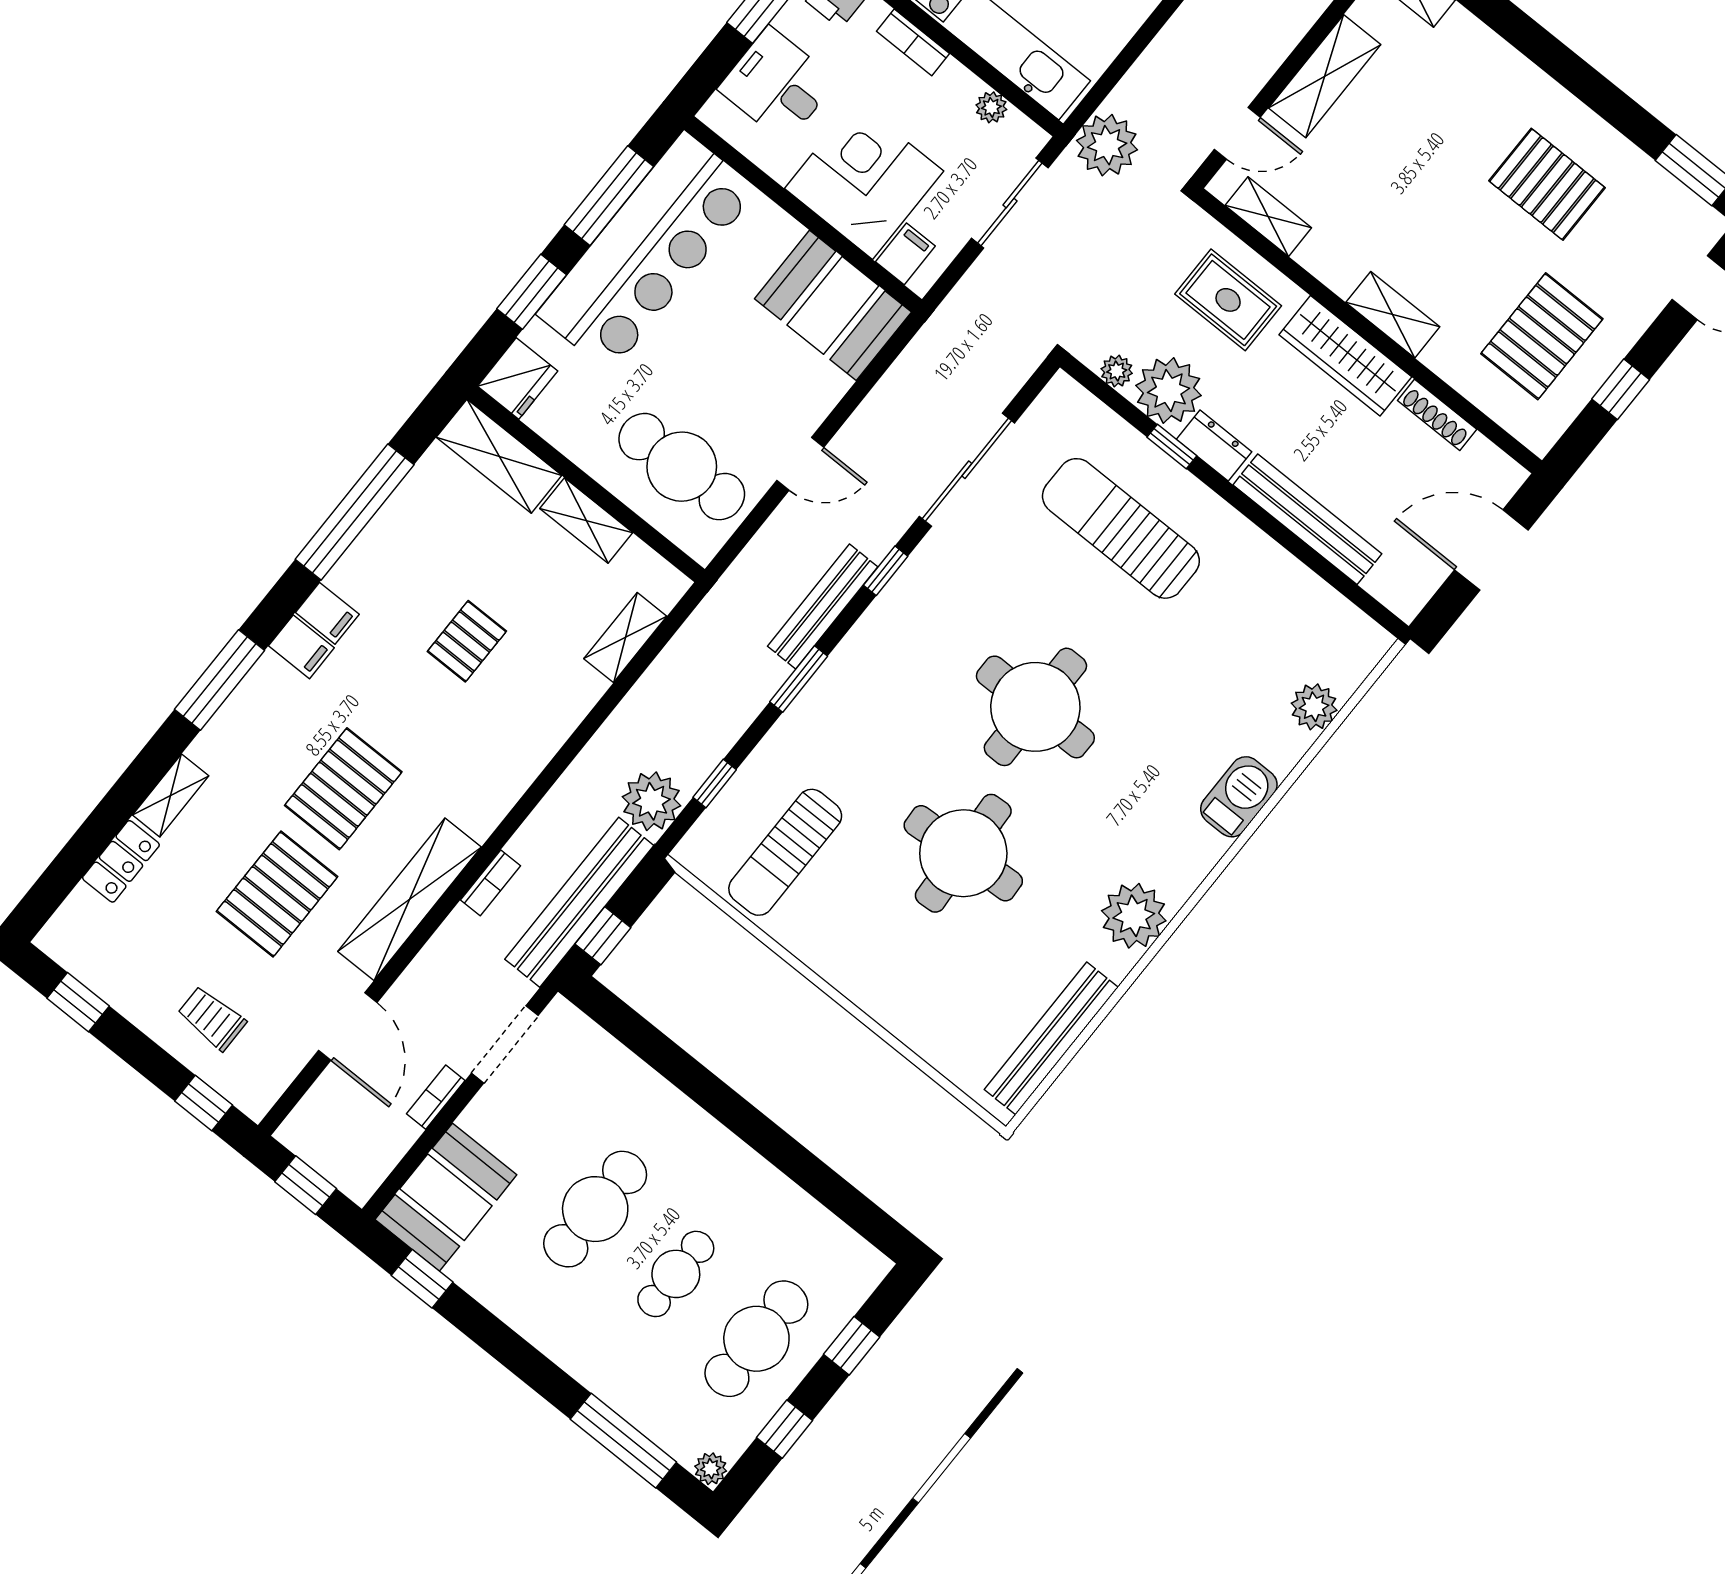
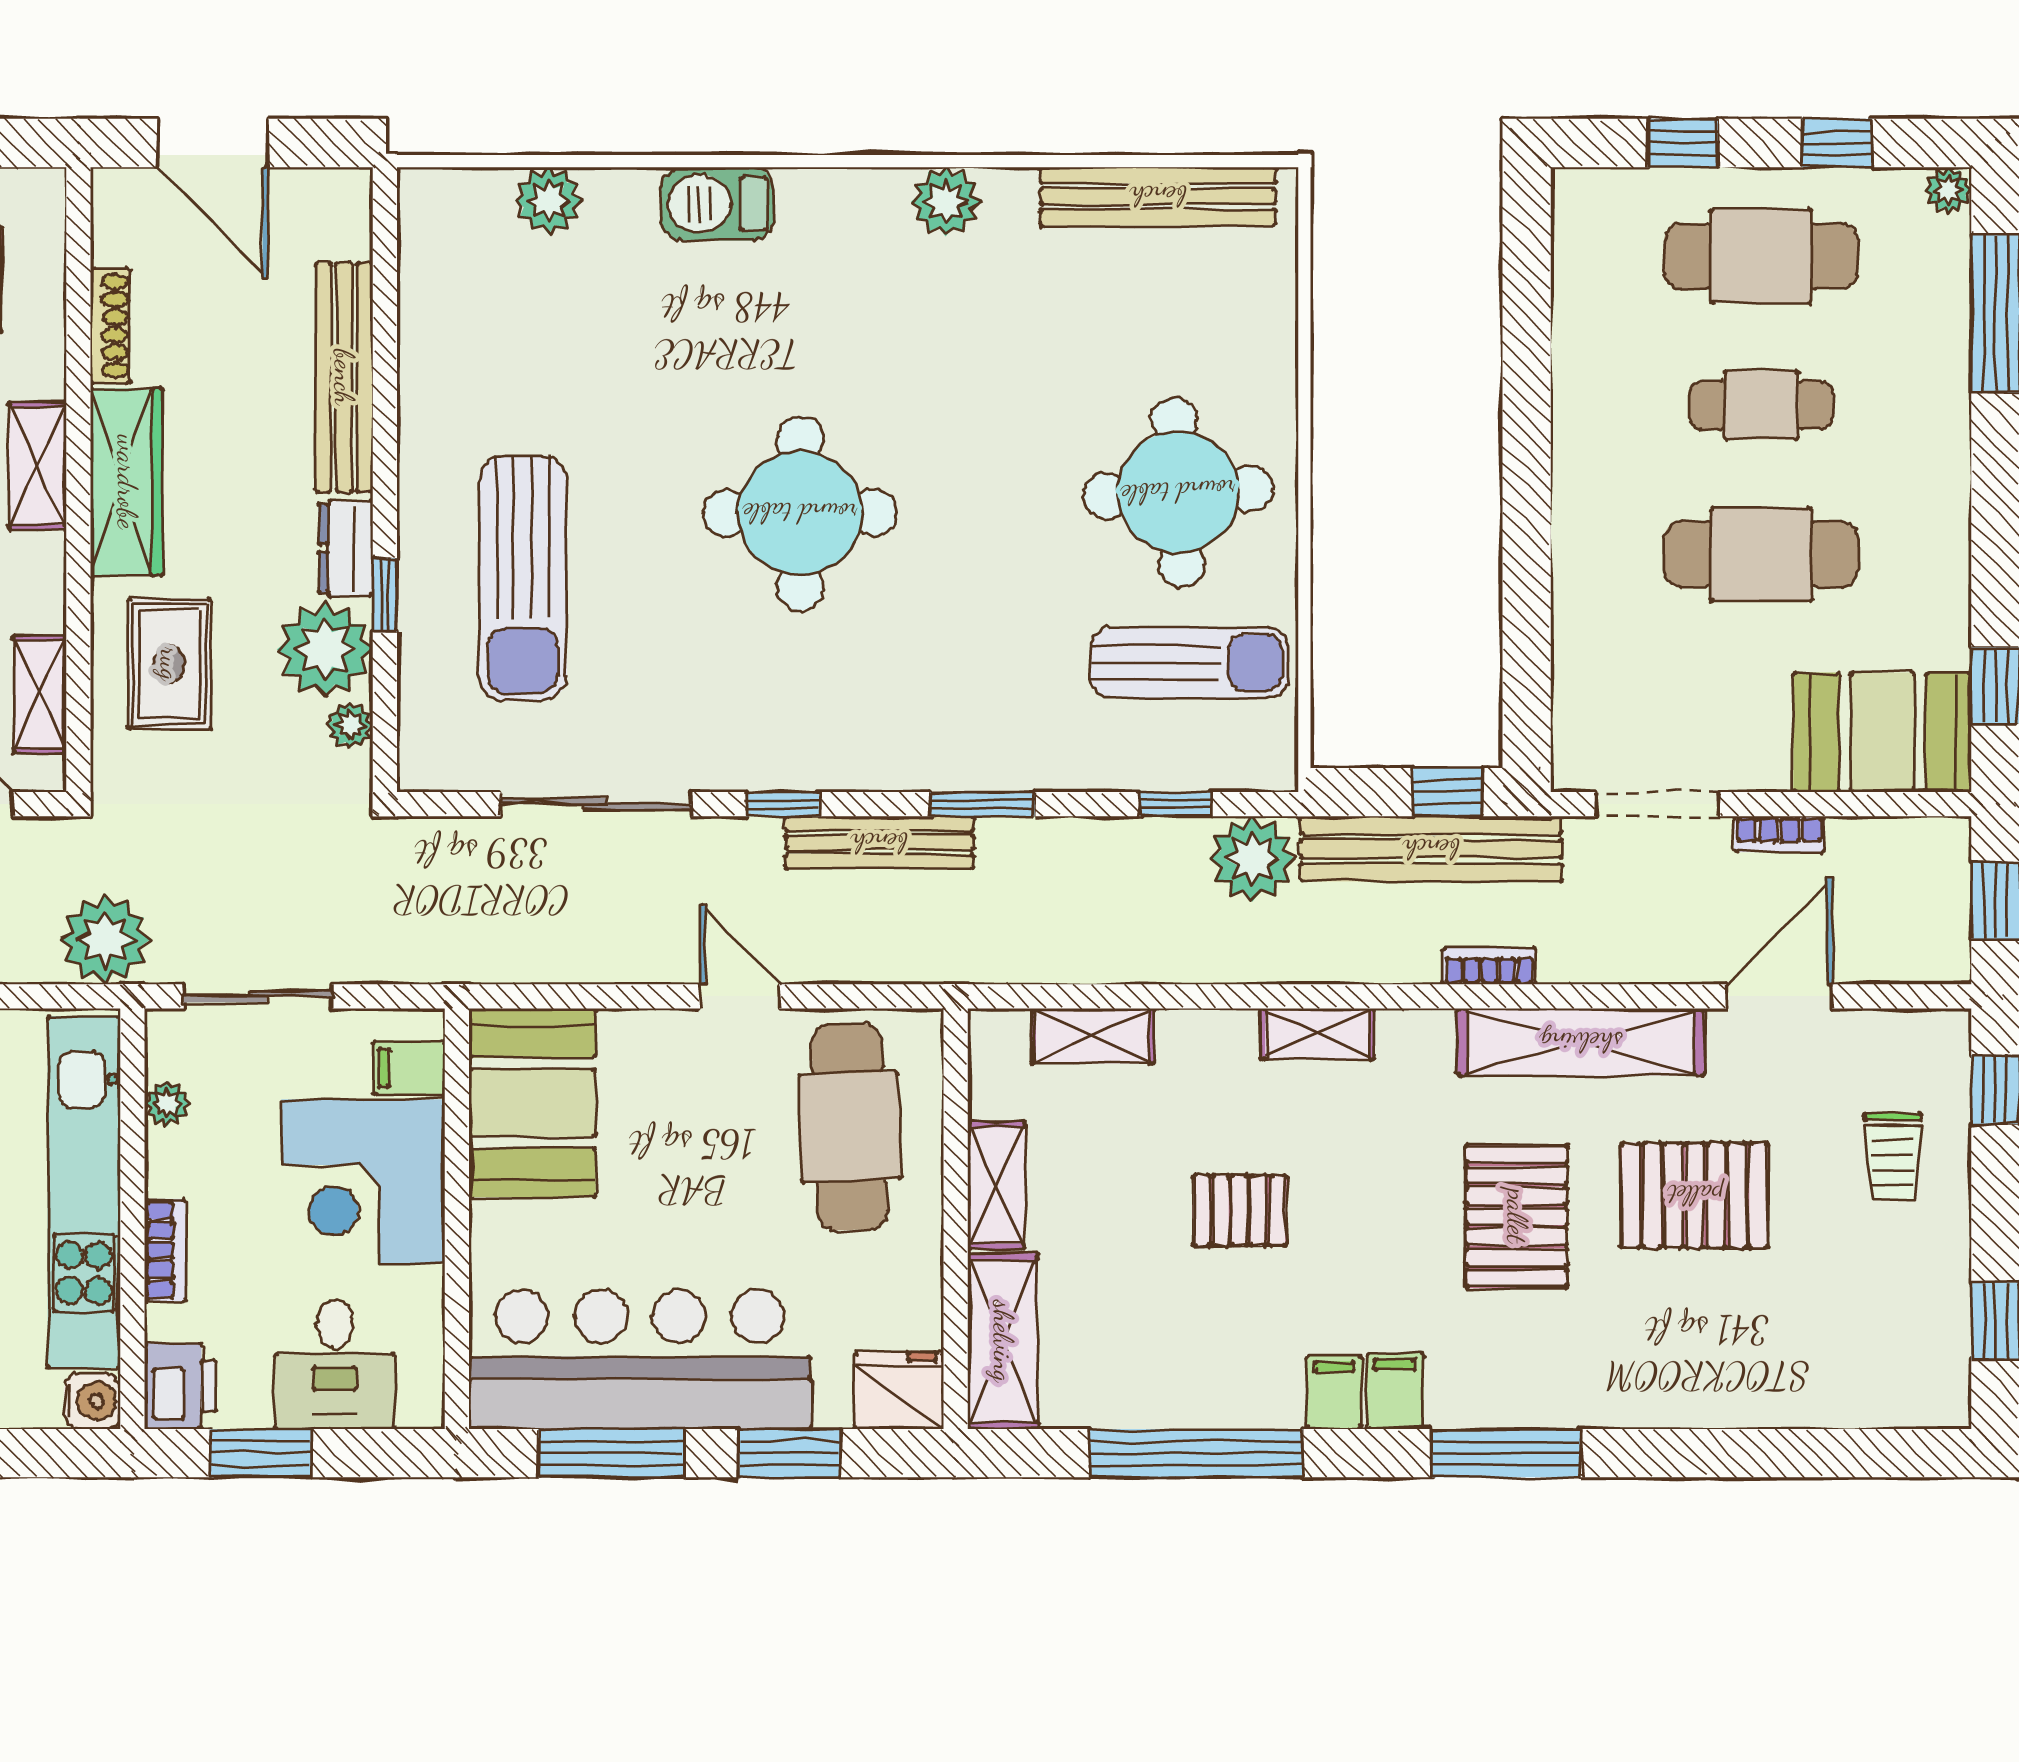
pallet: (343, 789) -> (1517, 1216), turned 90
shelving: (171, 795) -> (1317, 1034), moved
round table: (963, 853) -> (1178, 492), moved
locker: (121, 861) -> (1799, 1400), removed
plant: (1134, 916) -> (946, 202), width x0.73, depth x0.73

